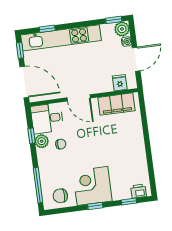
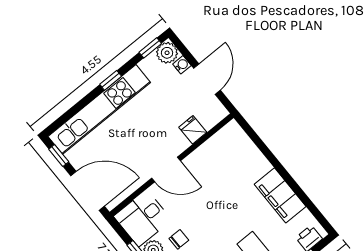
window: (47, 29) -> (111, 80), moved
fridge: (120, 83) -> (193, 130), moved
filing cabinet: (116, 104) -> (280, 195), moved, turned 90

